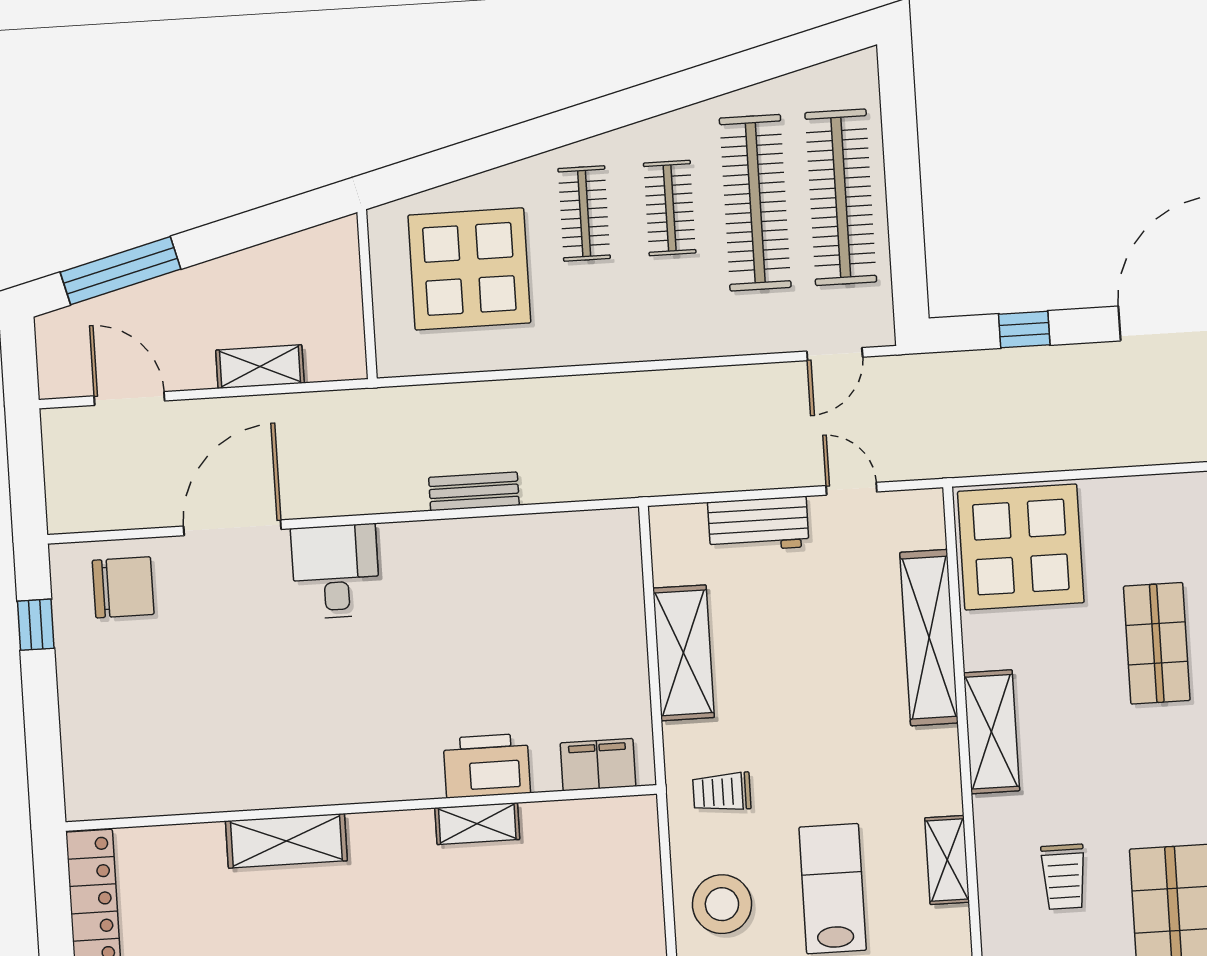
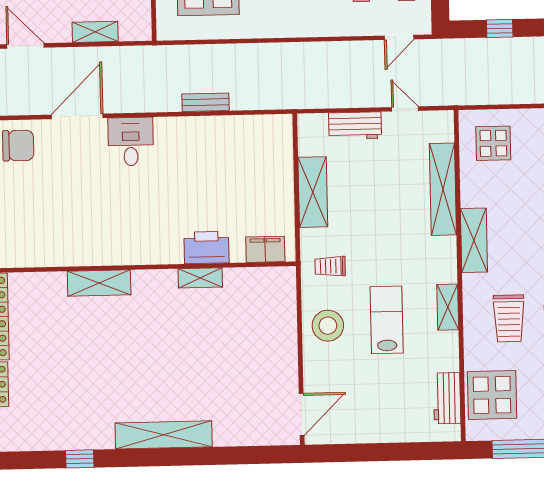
display table: (1021, 547) -> (493, 143), width x0.54, depth x0.54
trolley: (1064, 877) -> (509, 318), width x1.36, depth x1.39

